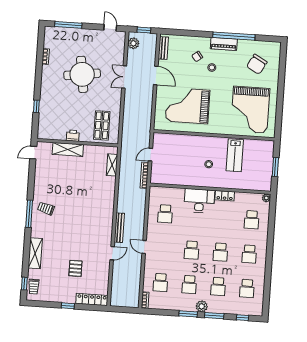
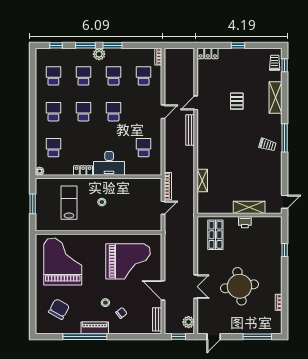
door: (110, 28) -> (214, 337), hinge flipped
lab bench: (235, 155) -> (69, 203), moved
shelving: (112, 165) -> (202, 180), moved
door: (144, 247) -> (163, 112), hinge flipped
pallet: (75, 268) -> (237, 101), moved
locker: (92, 300) -> (208, 53), width x0.66

